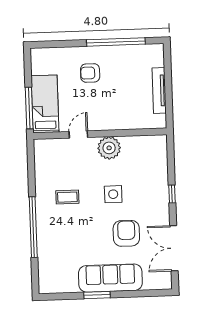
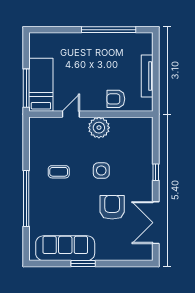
armchair: (90, 73) -> (116, 99), moved
sofa: (110, 278) -> (65, 248), moved

